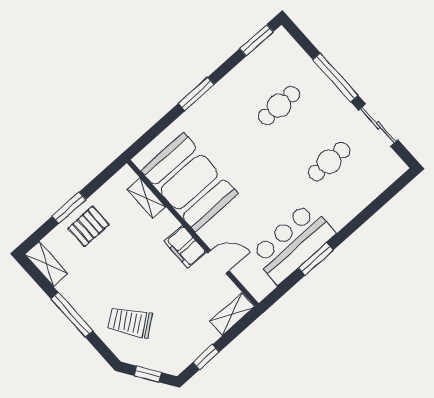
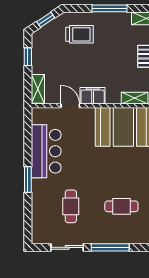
cafe table: (279, 106) -> (121, 206), turned 90
window: (316, 259) -> (28, 179), moved
door: (218, 262) -> (70, 106), swing flipped
trolley: (130, 322) -> (80, 34), turned 37

